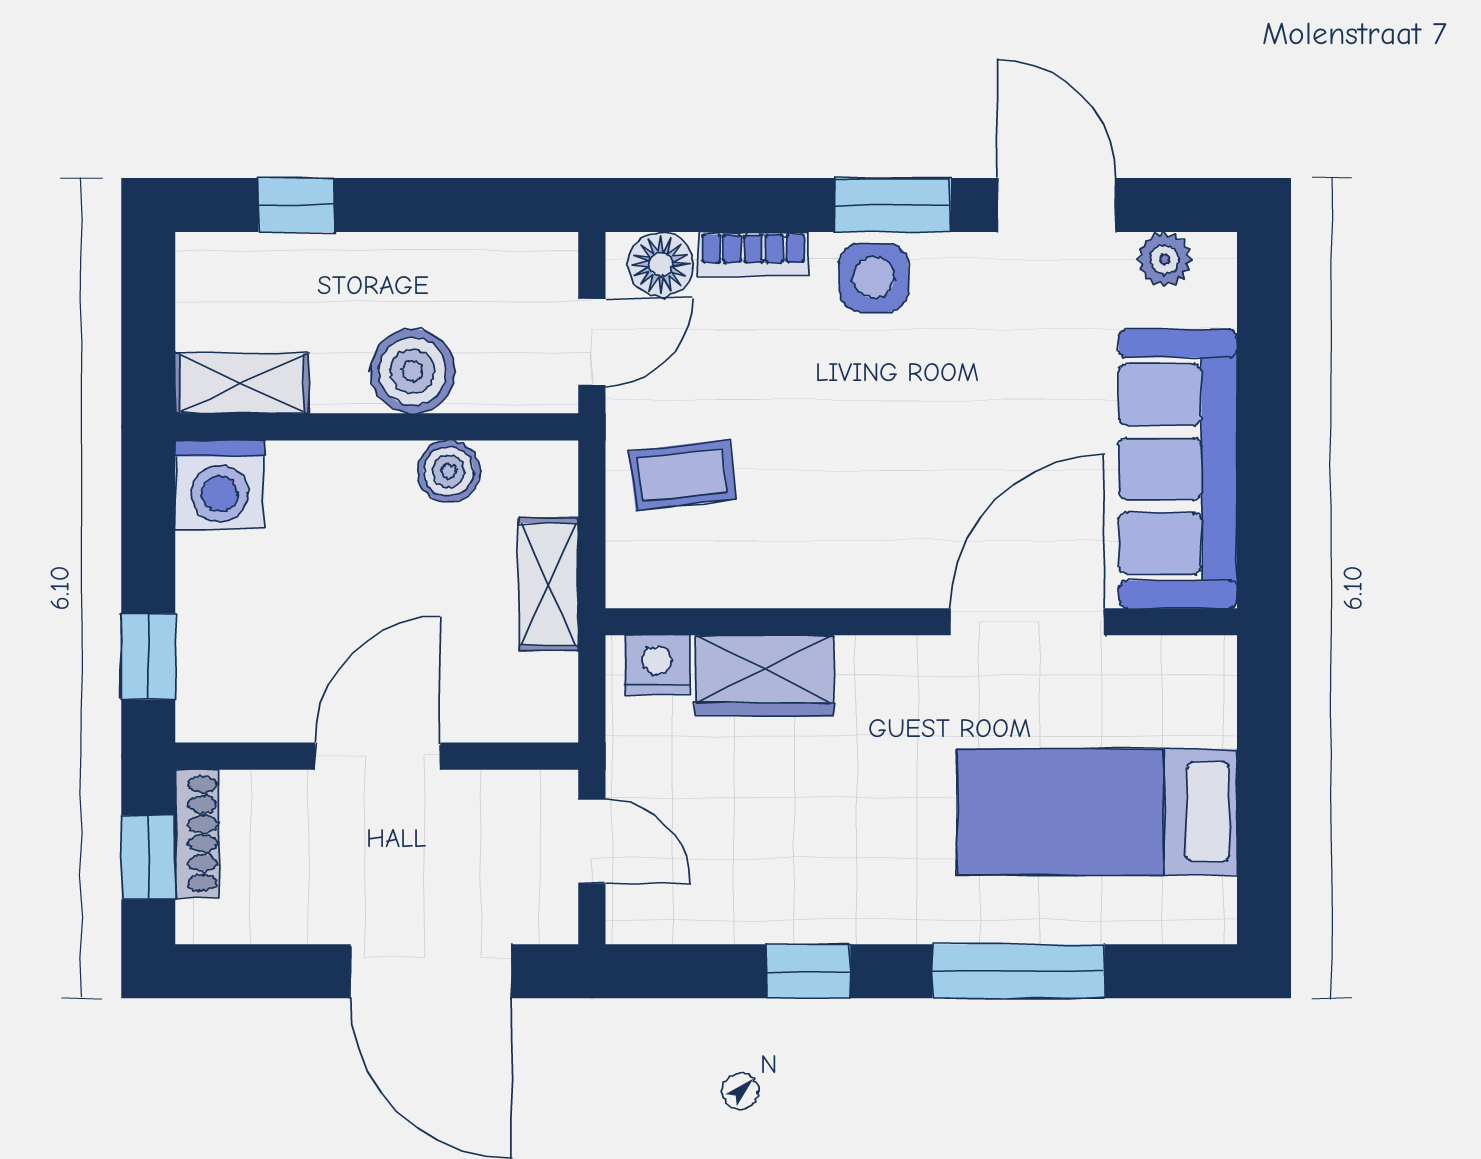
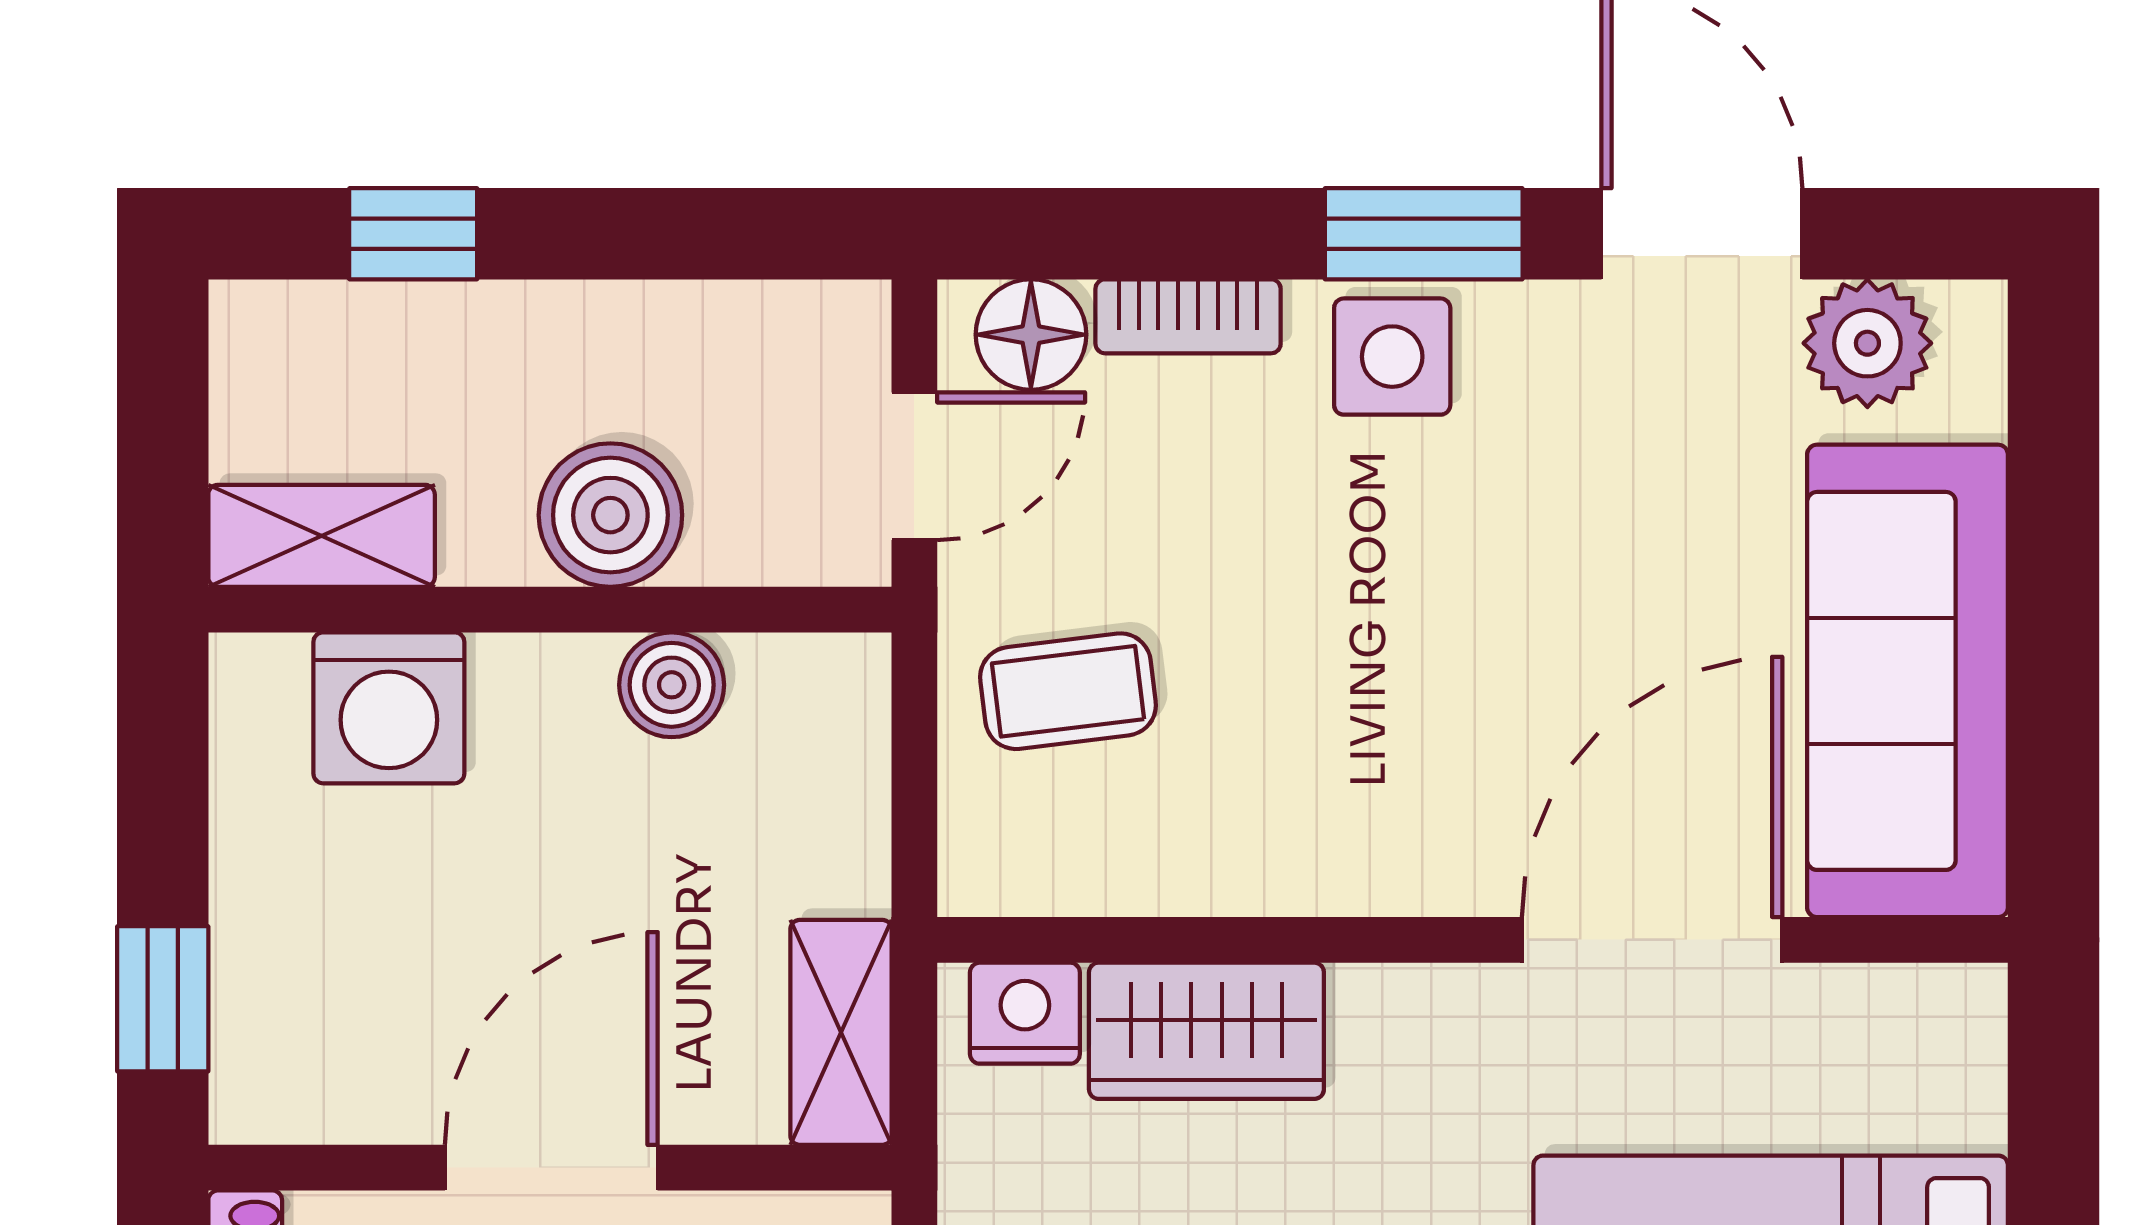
plant: (1165, 259) -> (1867, 343), width x1.38, depth x1.38
washing machine: (220, 485) -> (389, 708), moved
shelving: (549, 584) -> (841, 1032), moved

